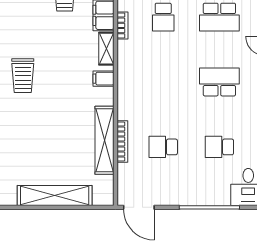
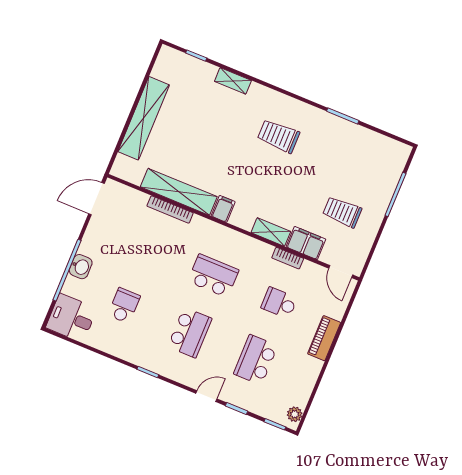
filing cabinet: (103, 79) -> (223, 209), moved
school desk: (163, 147) -> (213, 276), moved, width x1.85
washbasin: (202, 197) -> (81, 267), added

